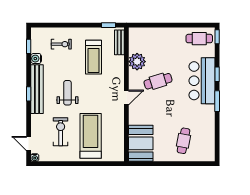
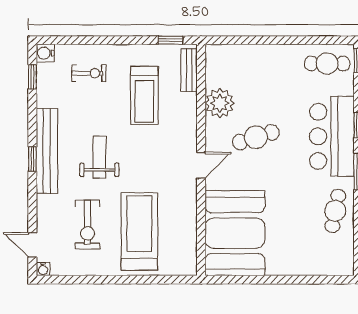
water cooler: (36, 59) -> (45, 53), moved
exercise bike: (61, 132) -> (88, 225), turned 180
cafe table: (184, 141) -> (335, 211), moved
booth: (141, 143) -> (235, 233), width x1.36, depth x1.42

